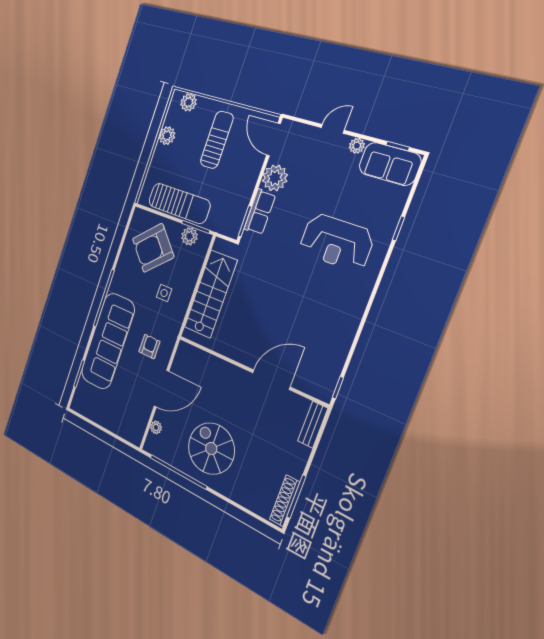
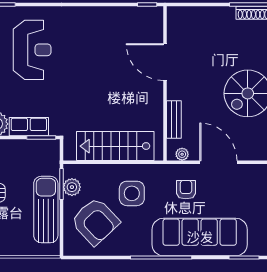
side table: (164, 293) -> (132, 193), width x1.87, depth x1.87
armchair: (149, 347) -> (186, 190), turned 90
bench: (313, 425) -> (174, 119), moved, turned 90
plant: (156, 427) -> (182, 154), moved

